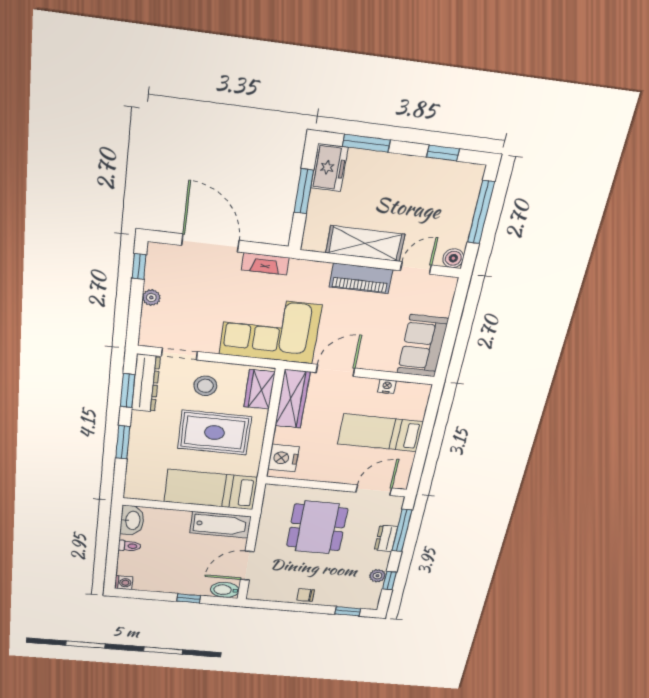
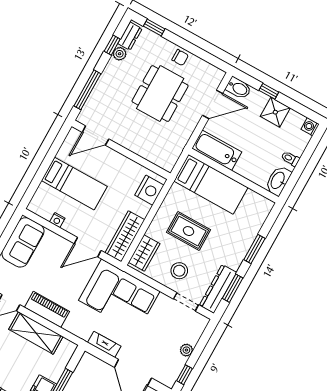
rug: (214, 433) -> (188, 231), width x0.73, depth x0.70
dining table: (317, 527) -> (160, 94), moved
dresser: (386, 538) -> (130, 36), moved
shower: (171, 582) -> (275, 112), added

